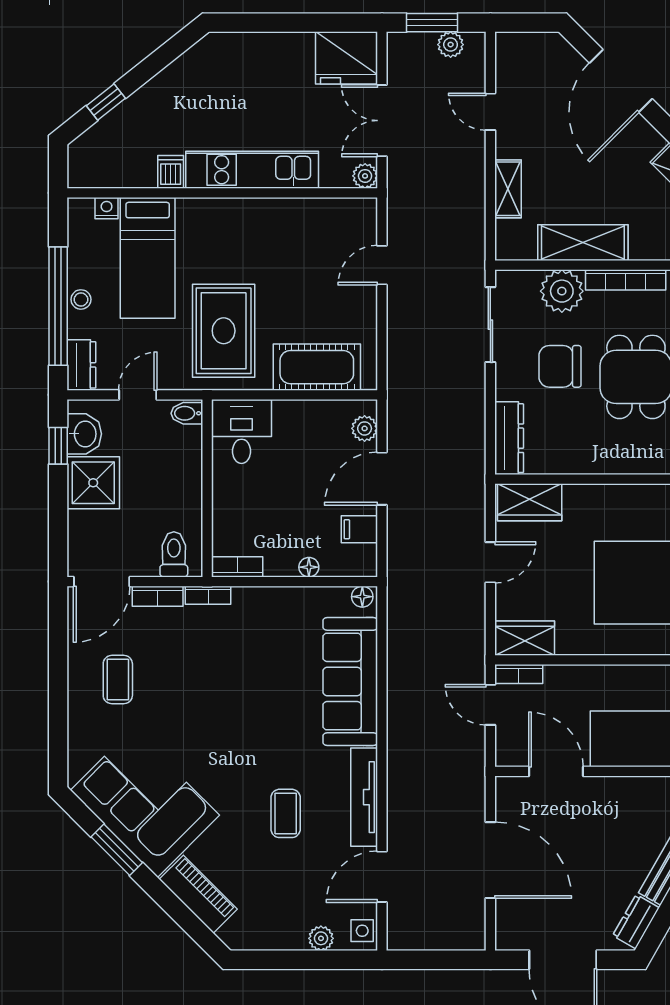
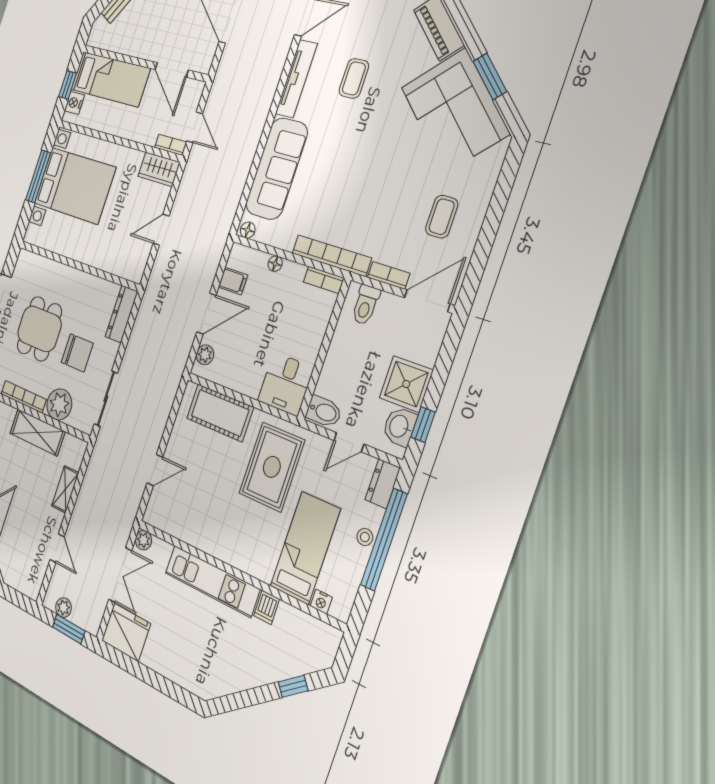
bidet: (187, 413) -> (324, 412), width x1.38, depth x1.36
wardrobe: (530, 502) -> (125, 265), removed
bookcase: (208, 595) -> (331, 255), width x2.31, depth x1.31

